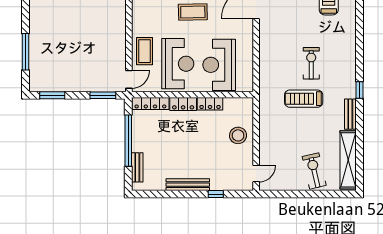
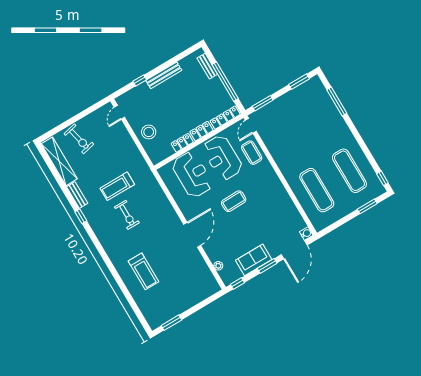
treadmill: (304, 99) -> (117, 186), turned 180

